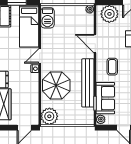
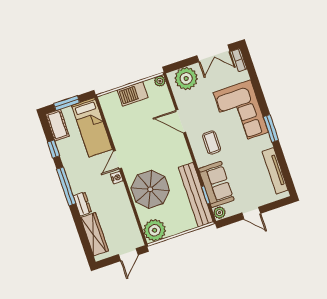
barbecue: (47, 18) -> (133, 94), moved, turned 90
bench: (88, 83) -> (196, 195), moved

